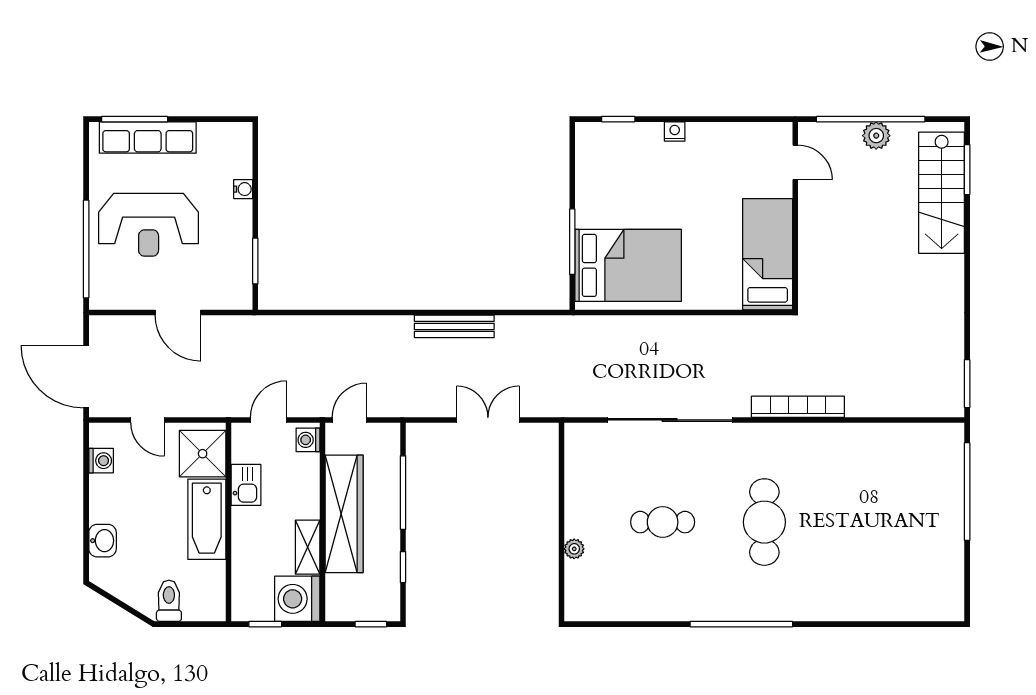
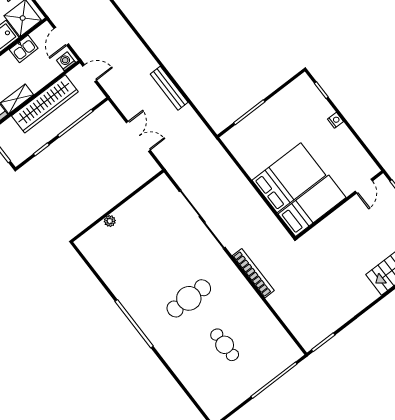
bed: (628, 265) -> (289, 178), moved, turned -90
door: (269, 420) -> (61, 36), swing flipped
cafe table: (663, 522) -> (225, 345), moved

